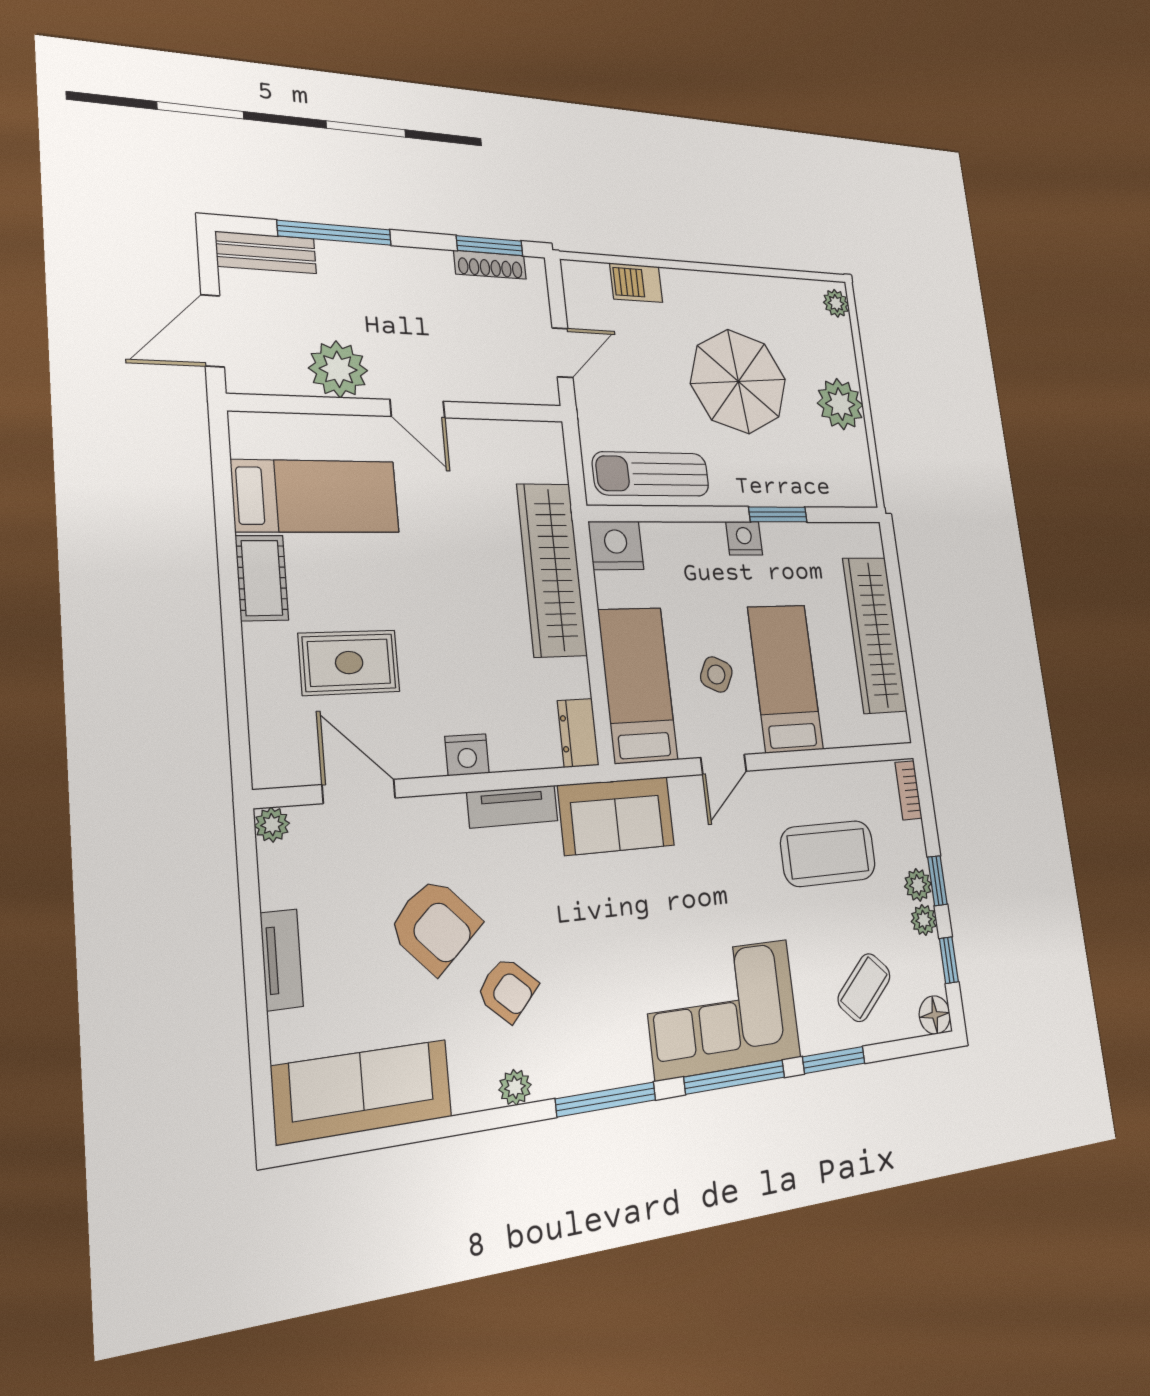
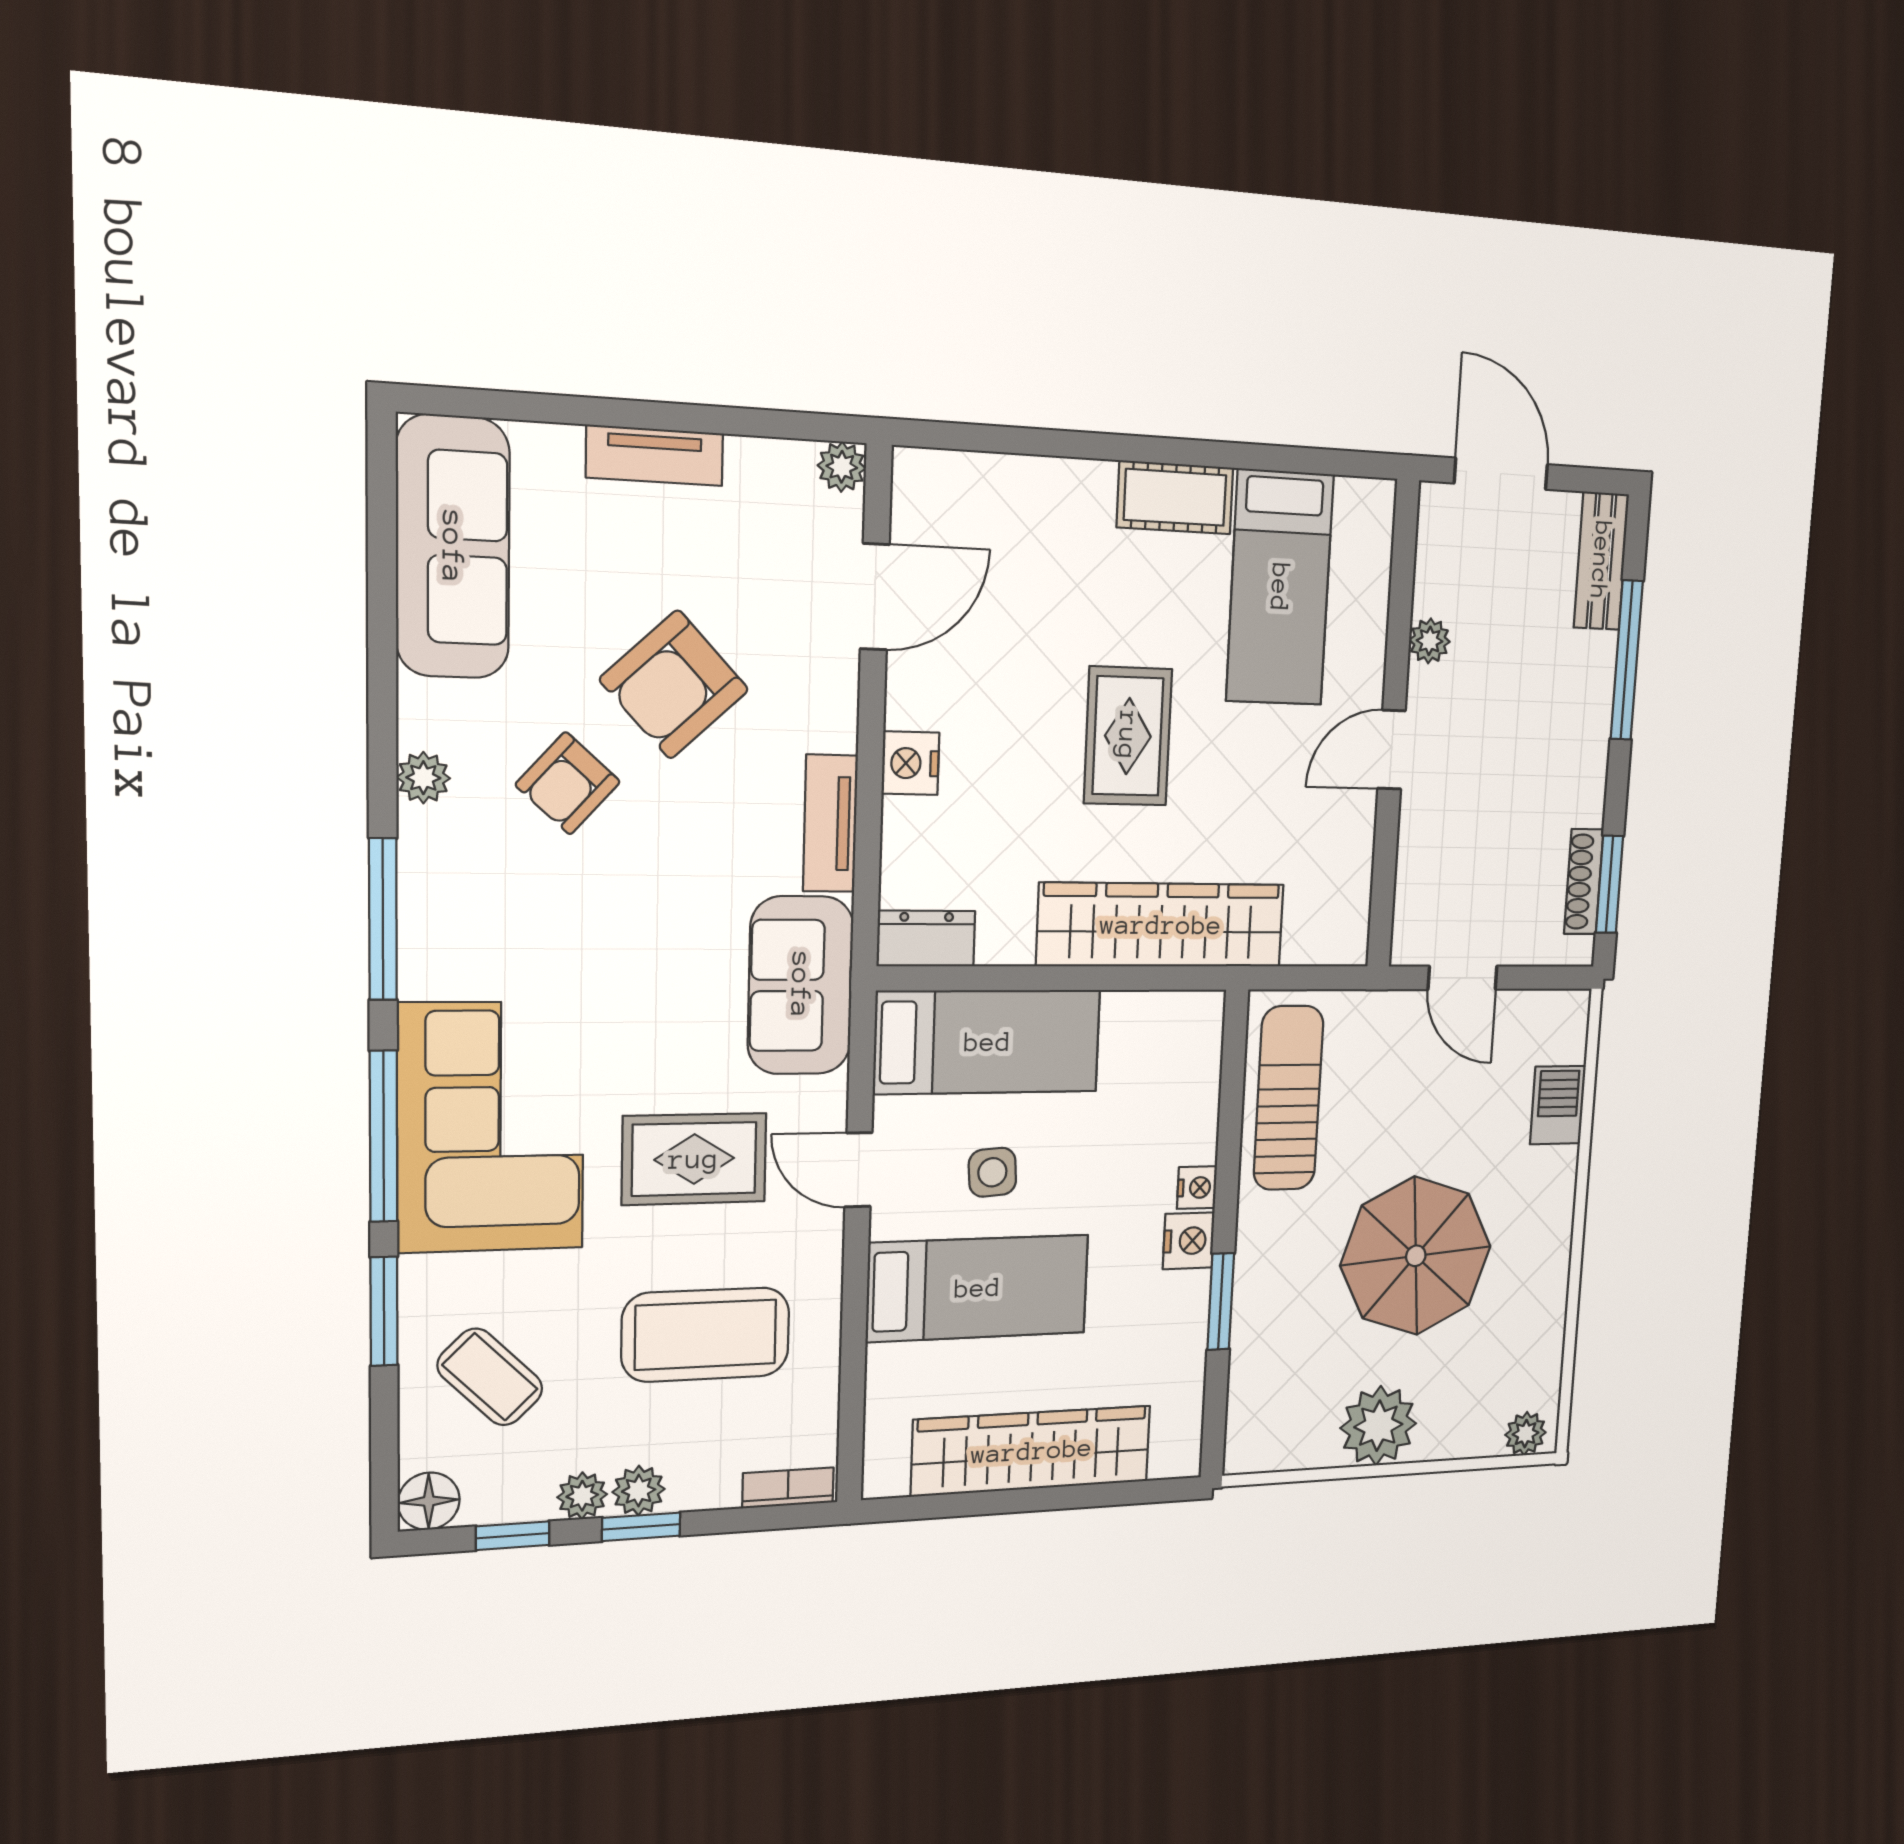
plant: (338, 369) -> (1430, 641), width x0.53, depth x0.53
nightstand: (616, 545) -> (1197, 1188), moved, width x0.53, depth x0.56
rug: (349, 663) -> (1128, 736), moved
side table: (716, 674) -> (992, 1172), turned -30
coffee table: (828, 853) -> (706, 1335), turned 90
rug: (728, 874) -> (694, 1159), added

